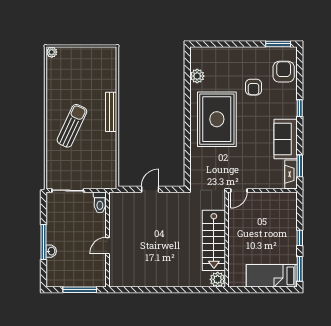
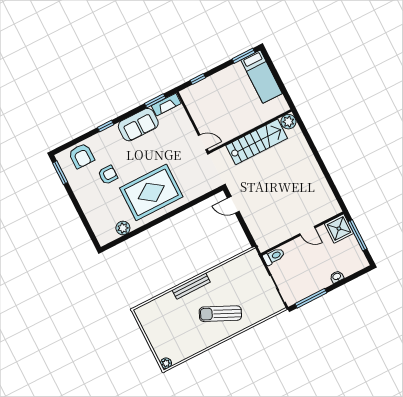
armchair: (284, 72) -> (81, 156), turned -90
door: (150, 189) -> (233, 205), moved
window: (300, 238) -> (198, 79), moved
window: (43, 242) -> (311, 298), moved
shower: (95, 276) -> (339, 229), added

